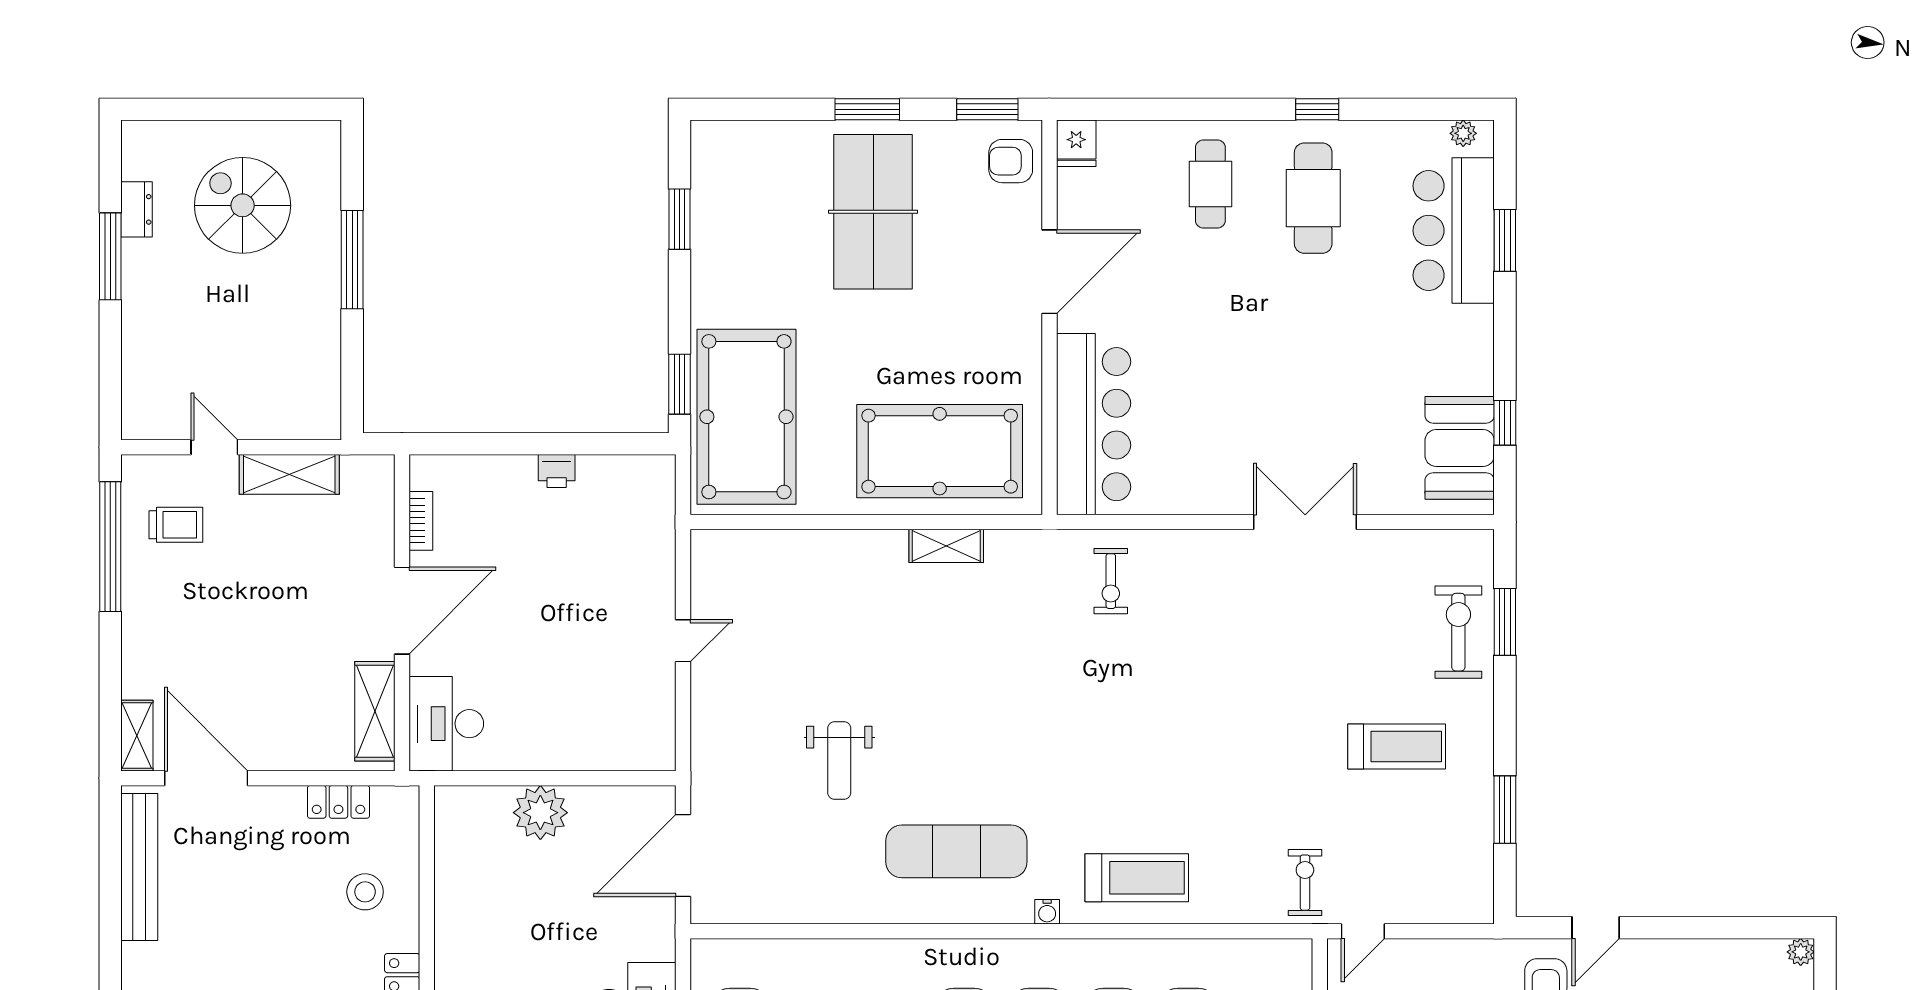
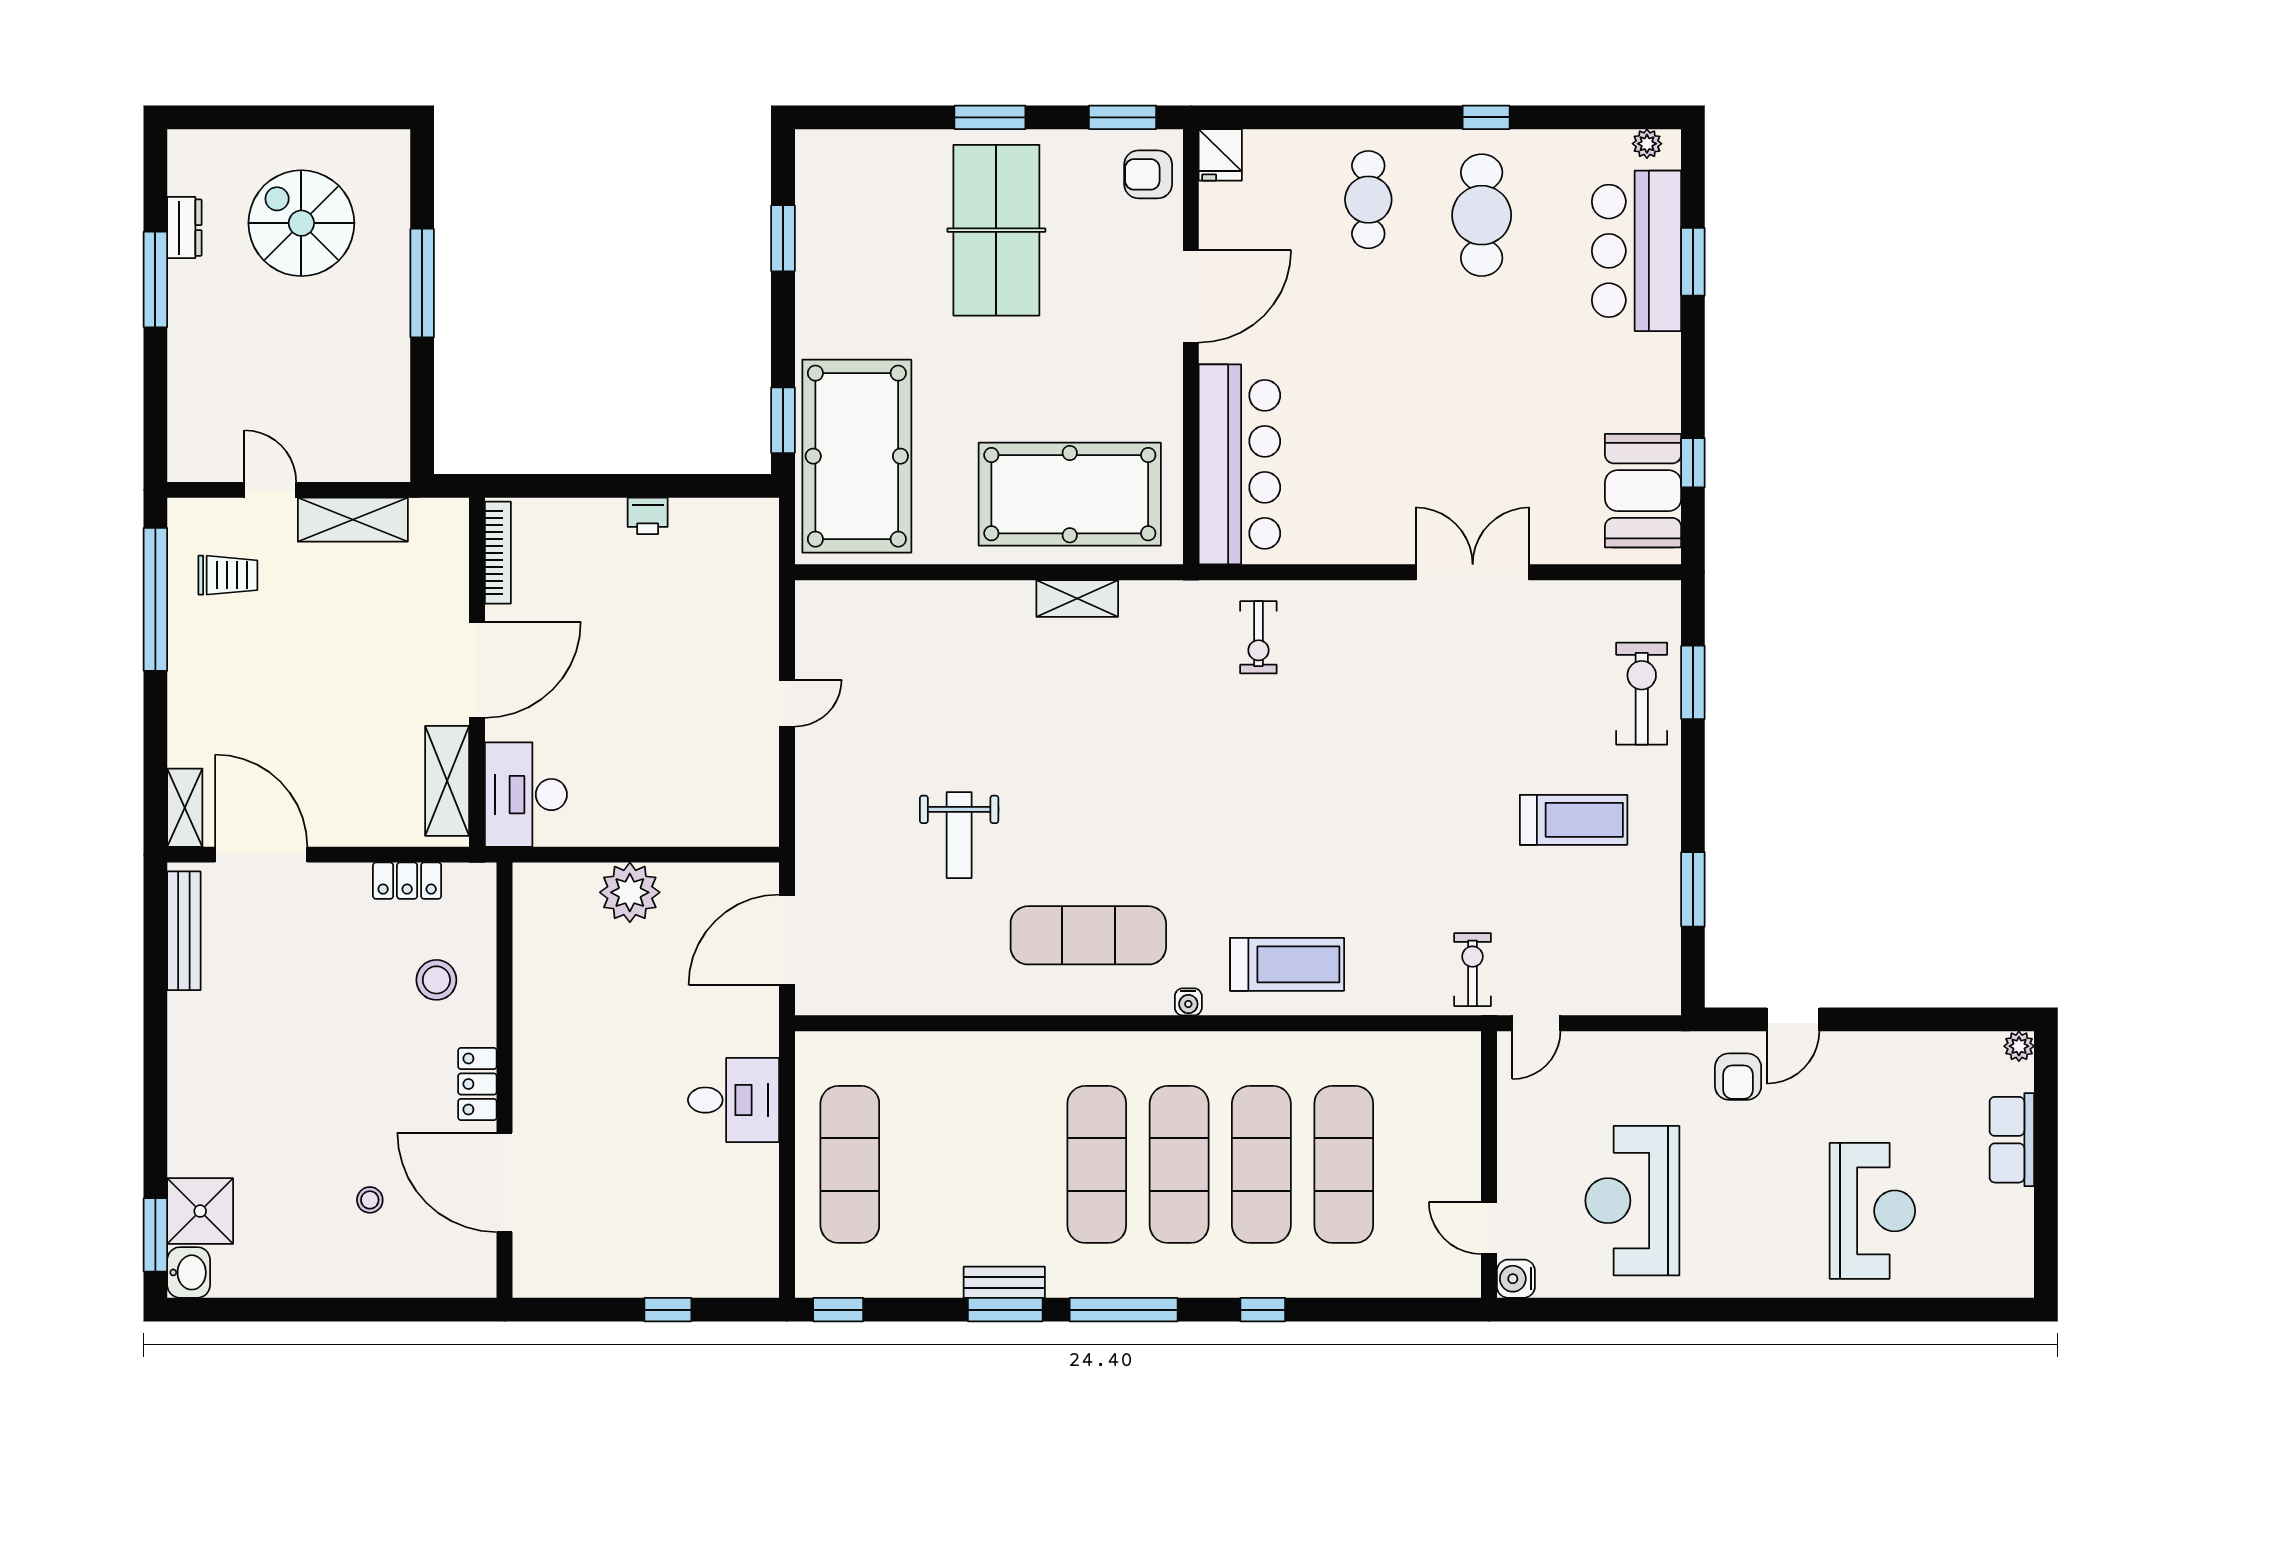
bookcase: (421, 521) -> (498, 553), width x1.56
bench: (139, 867) -> (184, 931), width x0.73, depth x0.82

